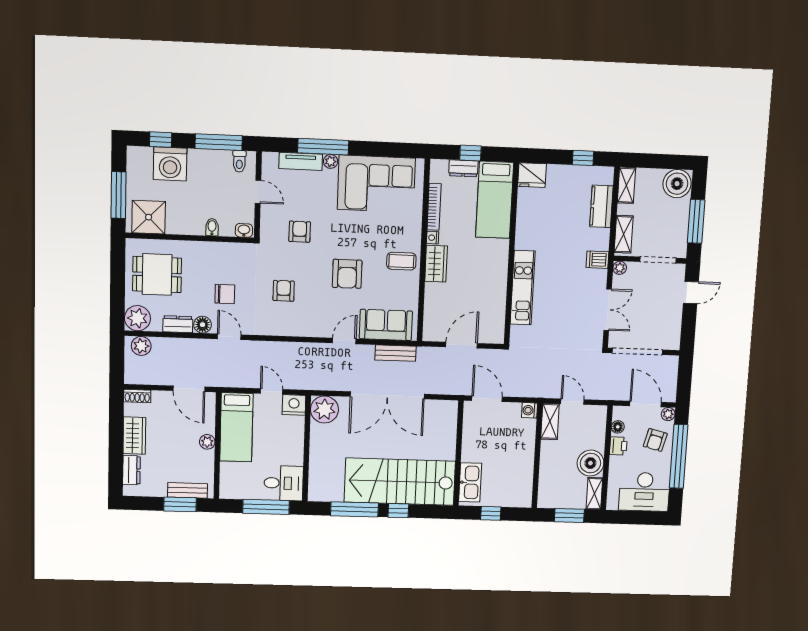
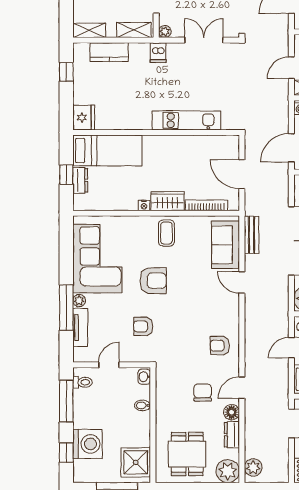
bookcase: (434, 207) -> (207, 205), moved
armchair: (347, 274) -> (153, 281), moved
armchair: (284, 291) -> (220, 346), moved

